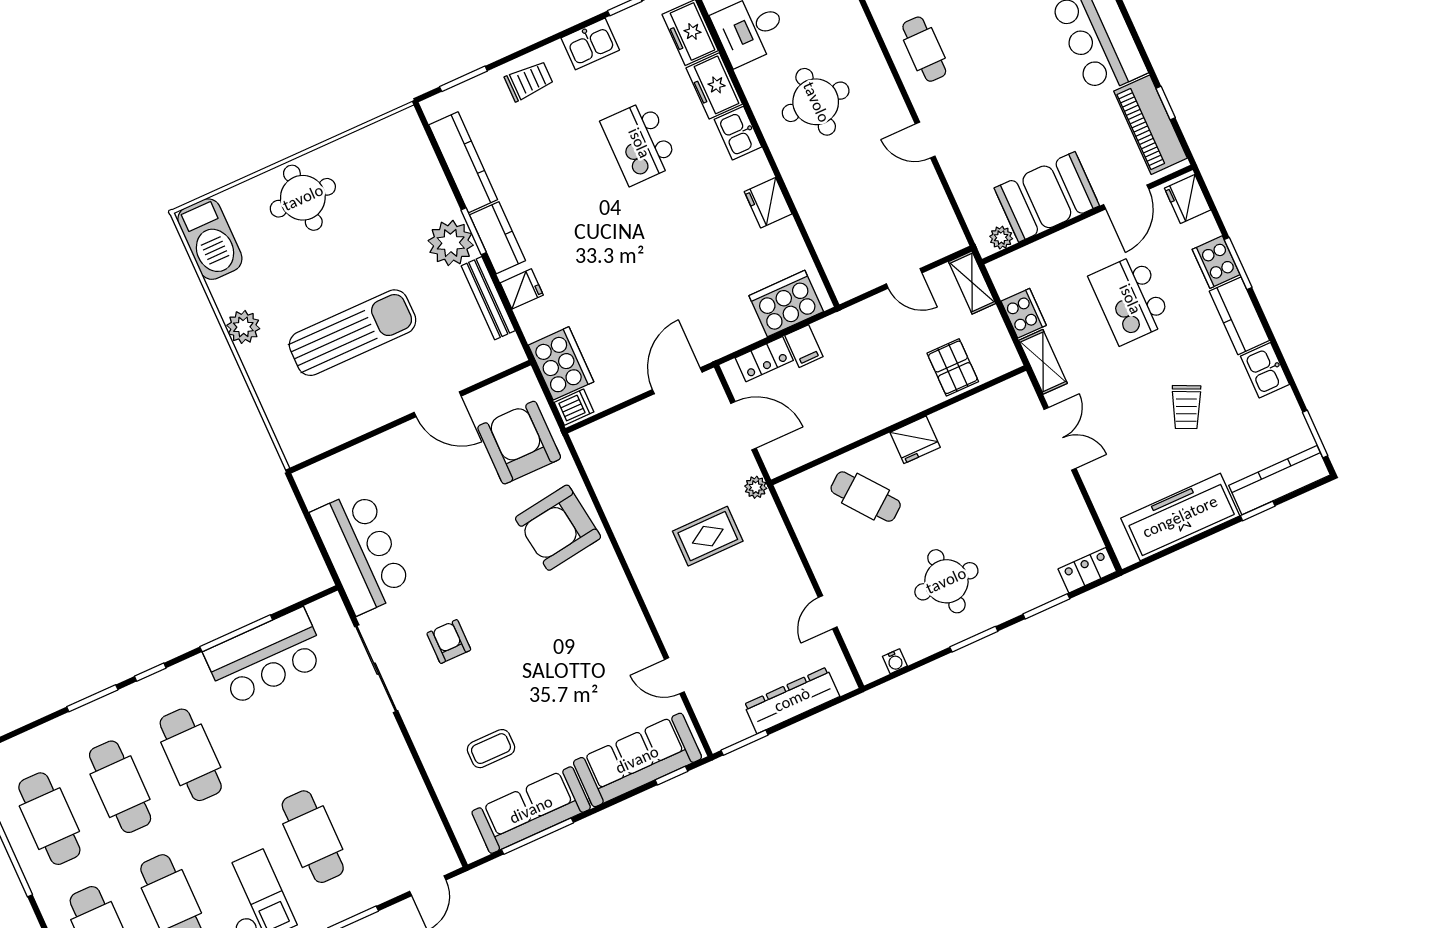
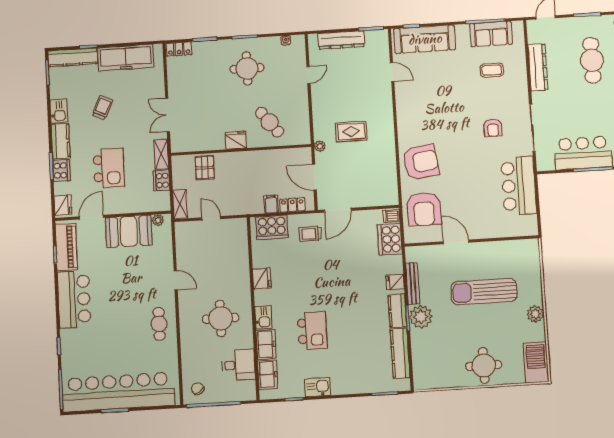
trolley: (529, 81) -> (310, 234), moved
dresser: (408, 786) -> (538, 67), added
sofa: (531, 810) -> (491, 34), width x0.73

